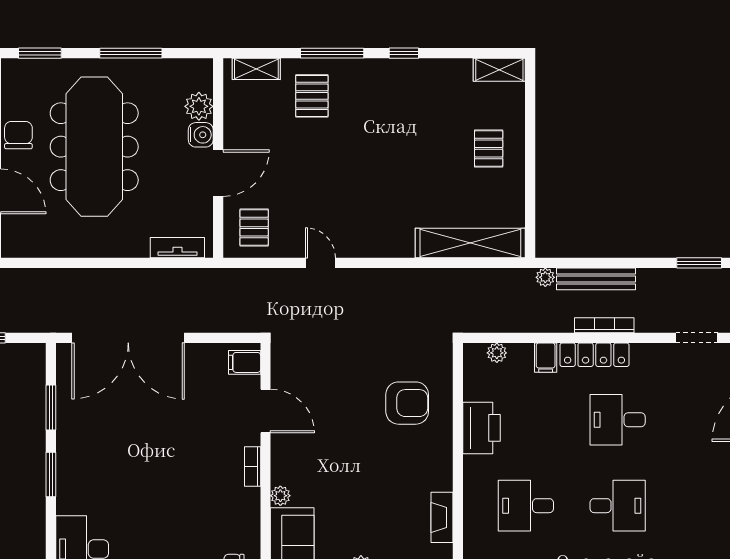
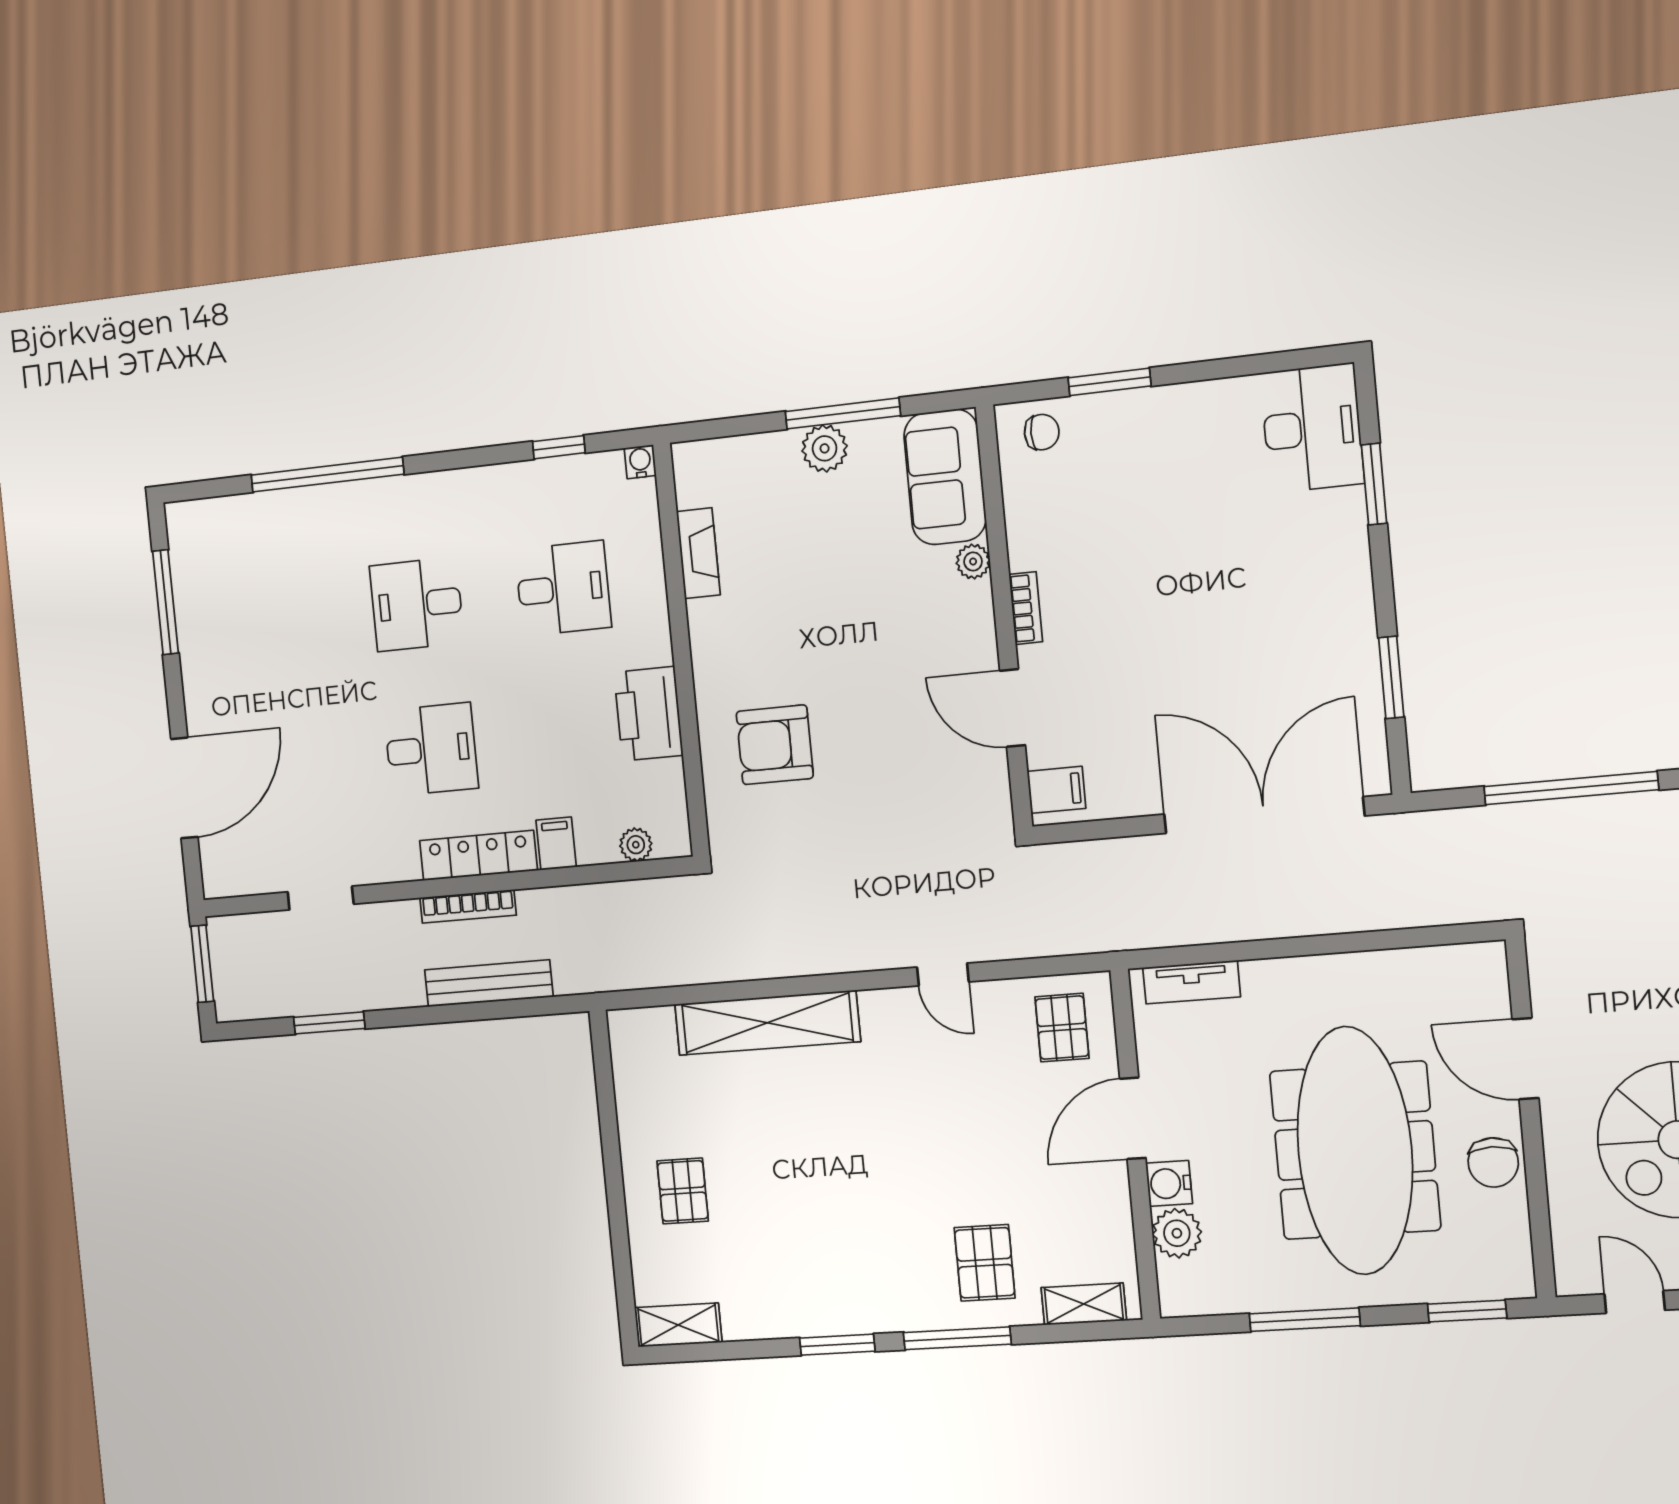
window: (404, 53) -> (837, 1345), width x1.50
shelving: (470, 243) -> (767, 1023), moved
plant: (545, 277) -> (570, 980), removed
window: (51, 475) -> (1374, 484), moved

